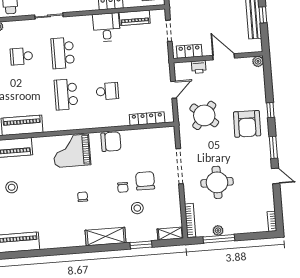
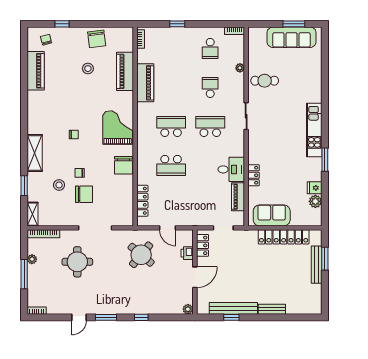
school desk: (107, 91) -> (171, 165), width x1.85
armchair: (247, 124) -> (130, 294), removed
window: (219, 239) -> (24, 274), moved

